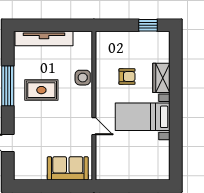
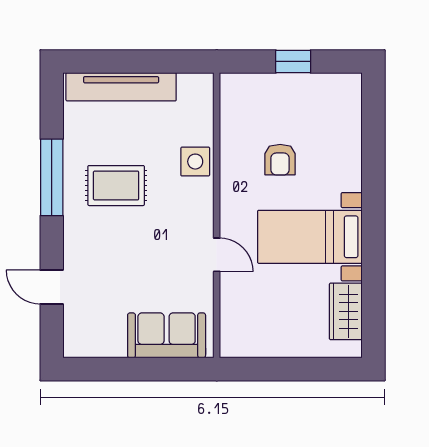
window: (148, 25) -> (293, 61), moved
armchair: (127, 77) -> (280, 160), turned 90
wardrobe: (161, 78) -> (346, 311), moved

